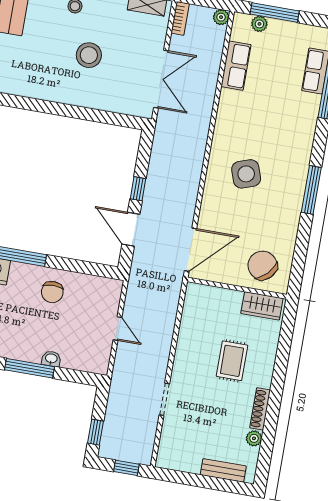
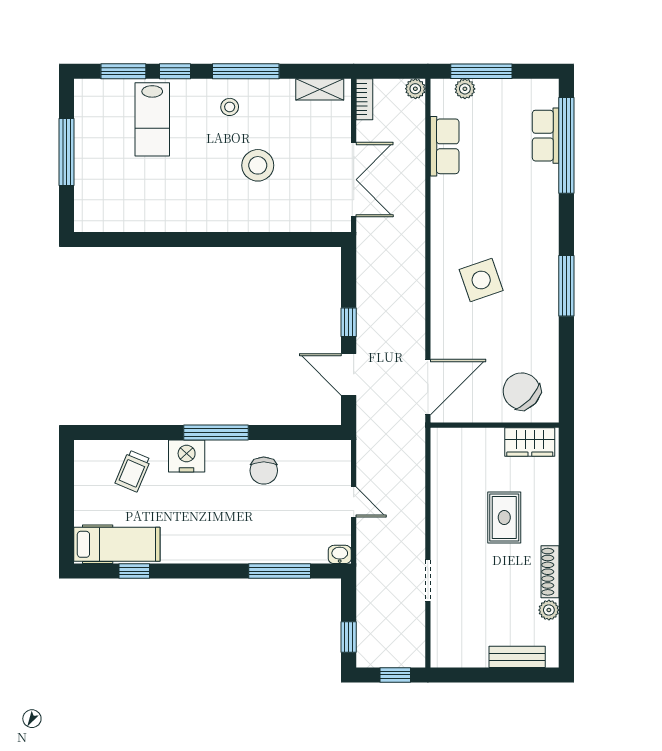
washbasin: (51, 359) -> (340, 554), moved
window: (29, 368) -> (280, 571), moved

